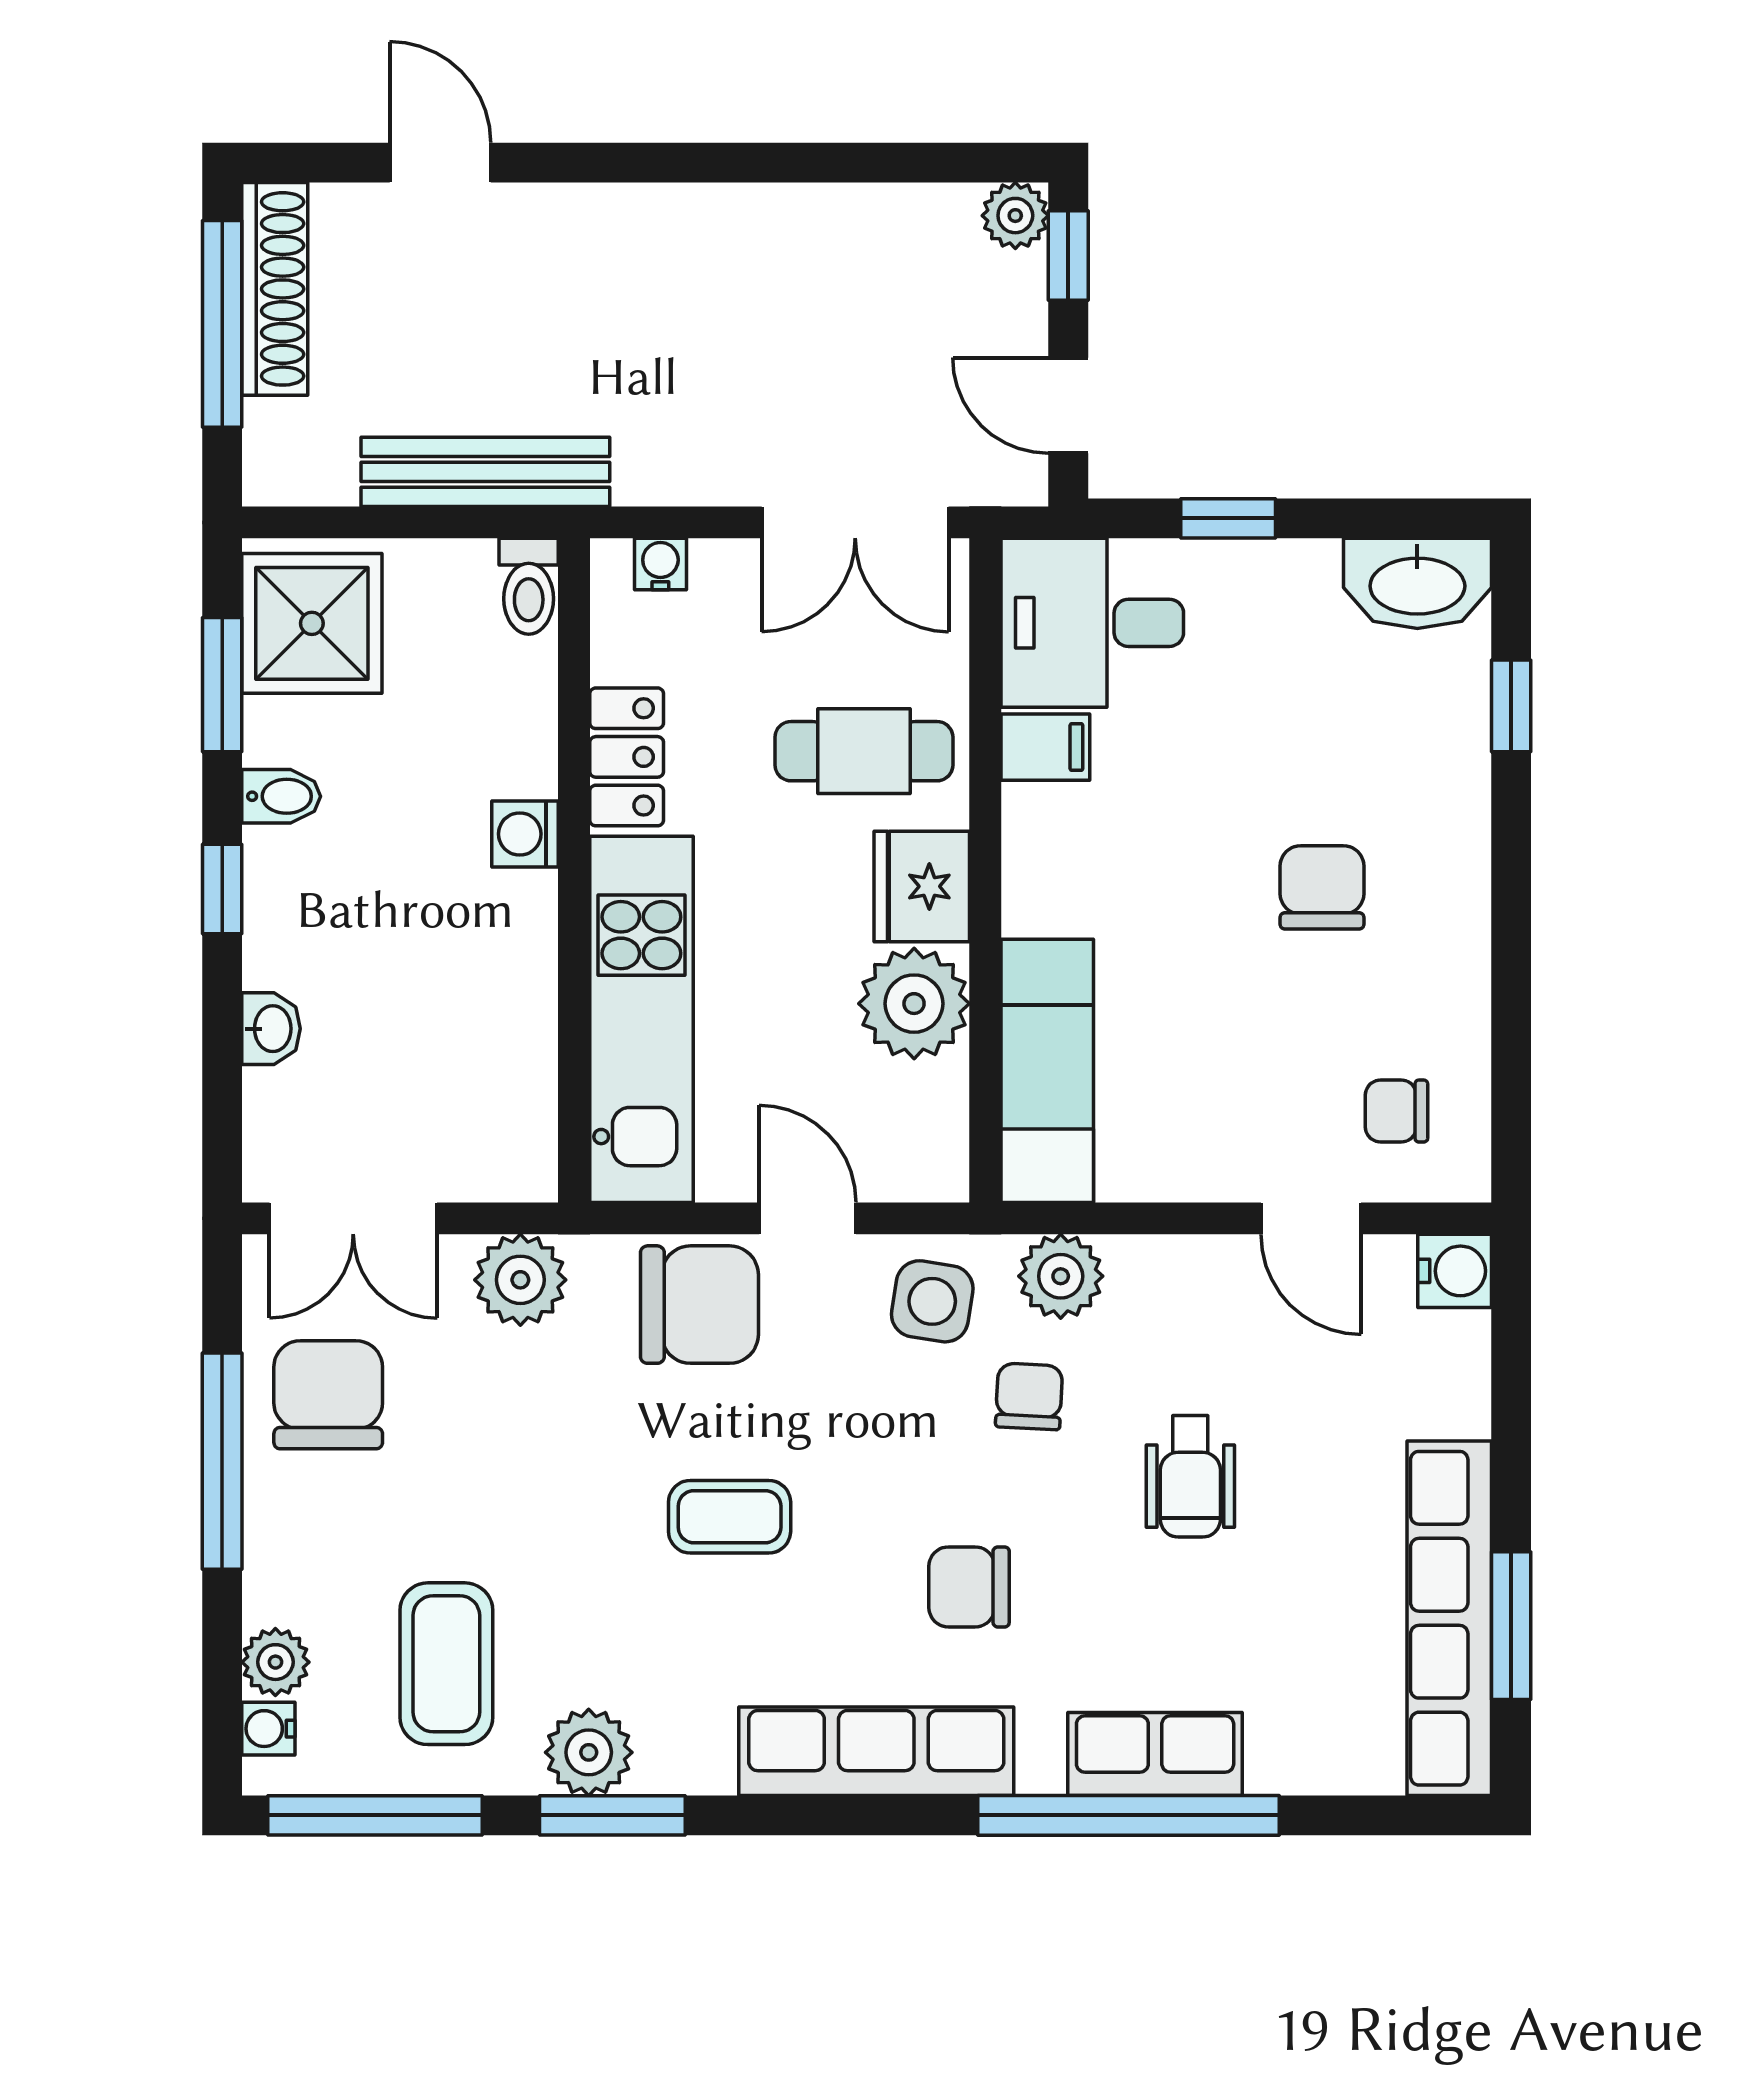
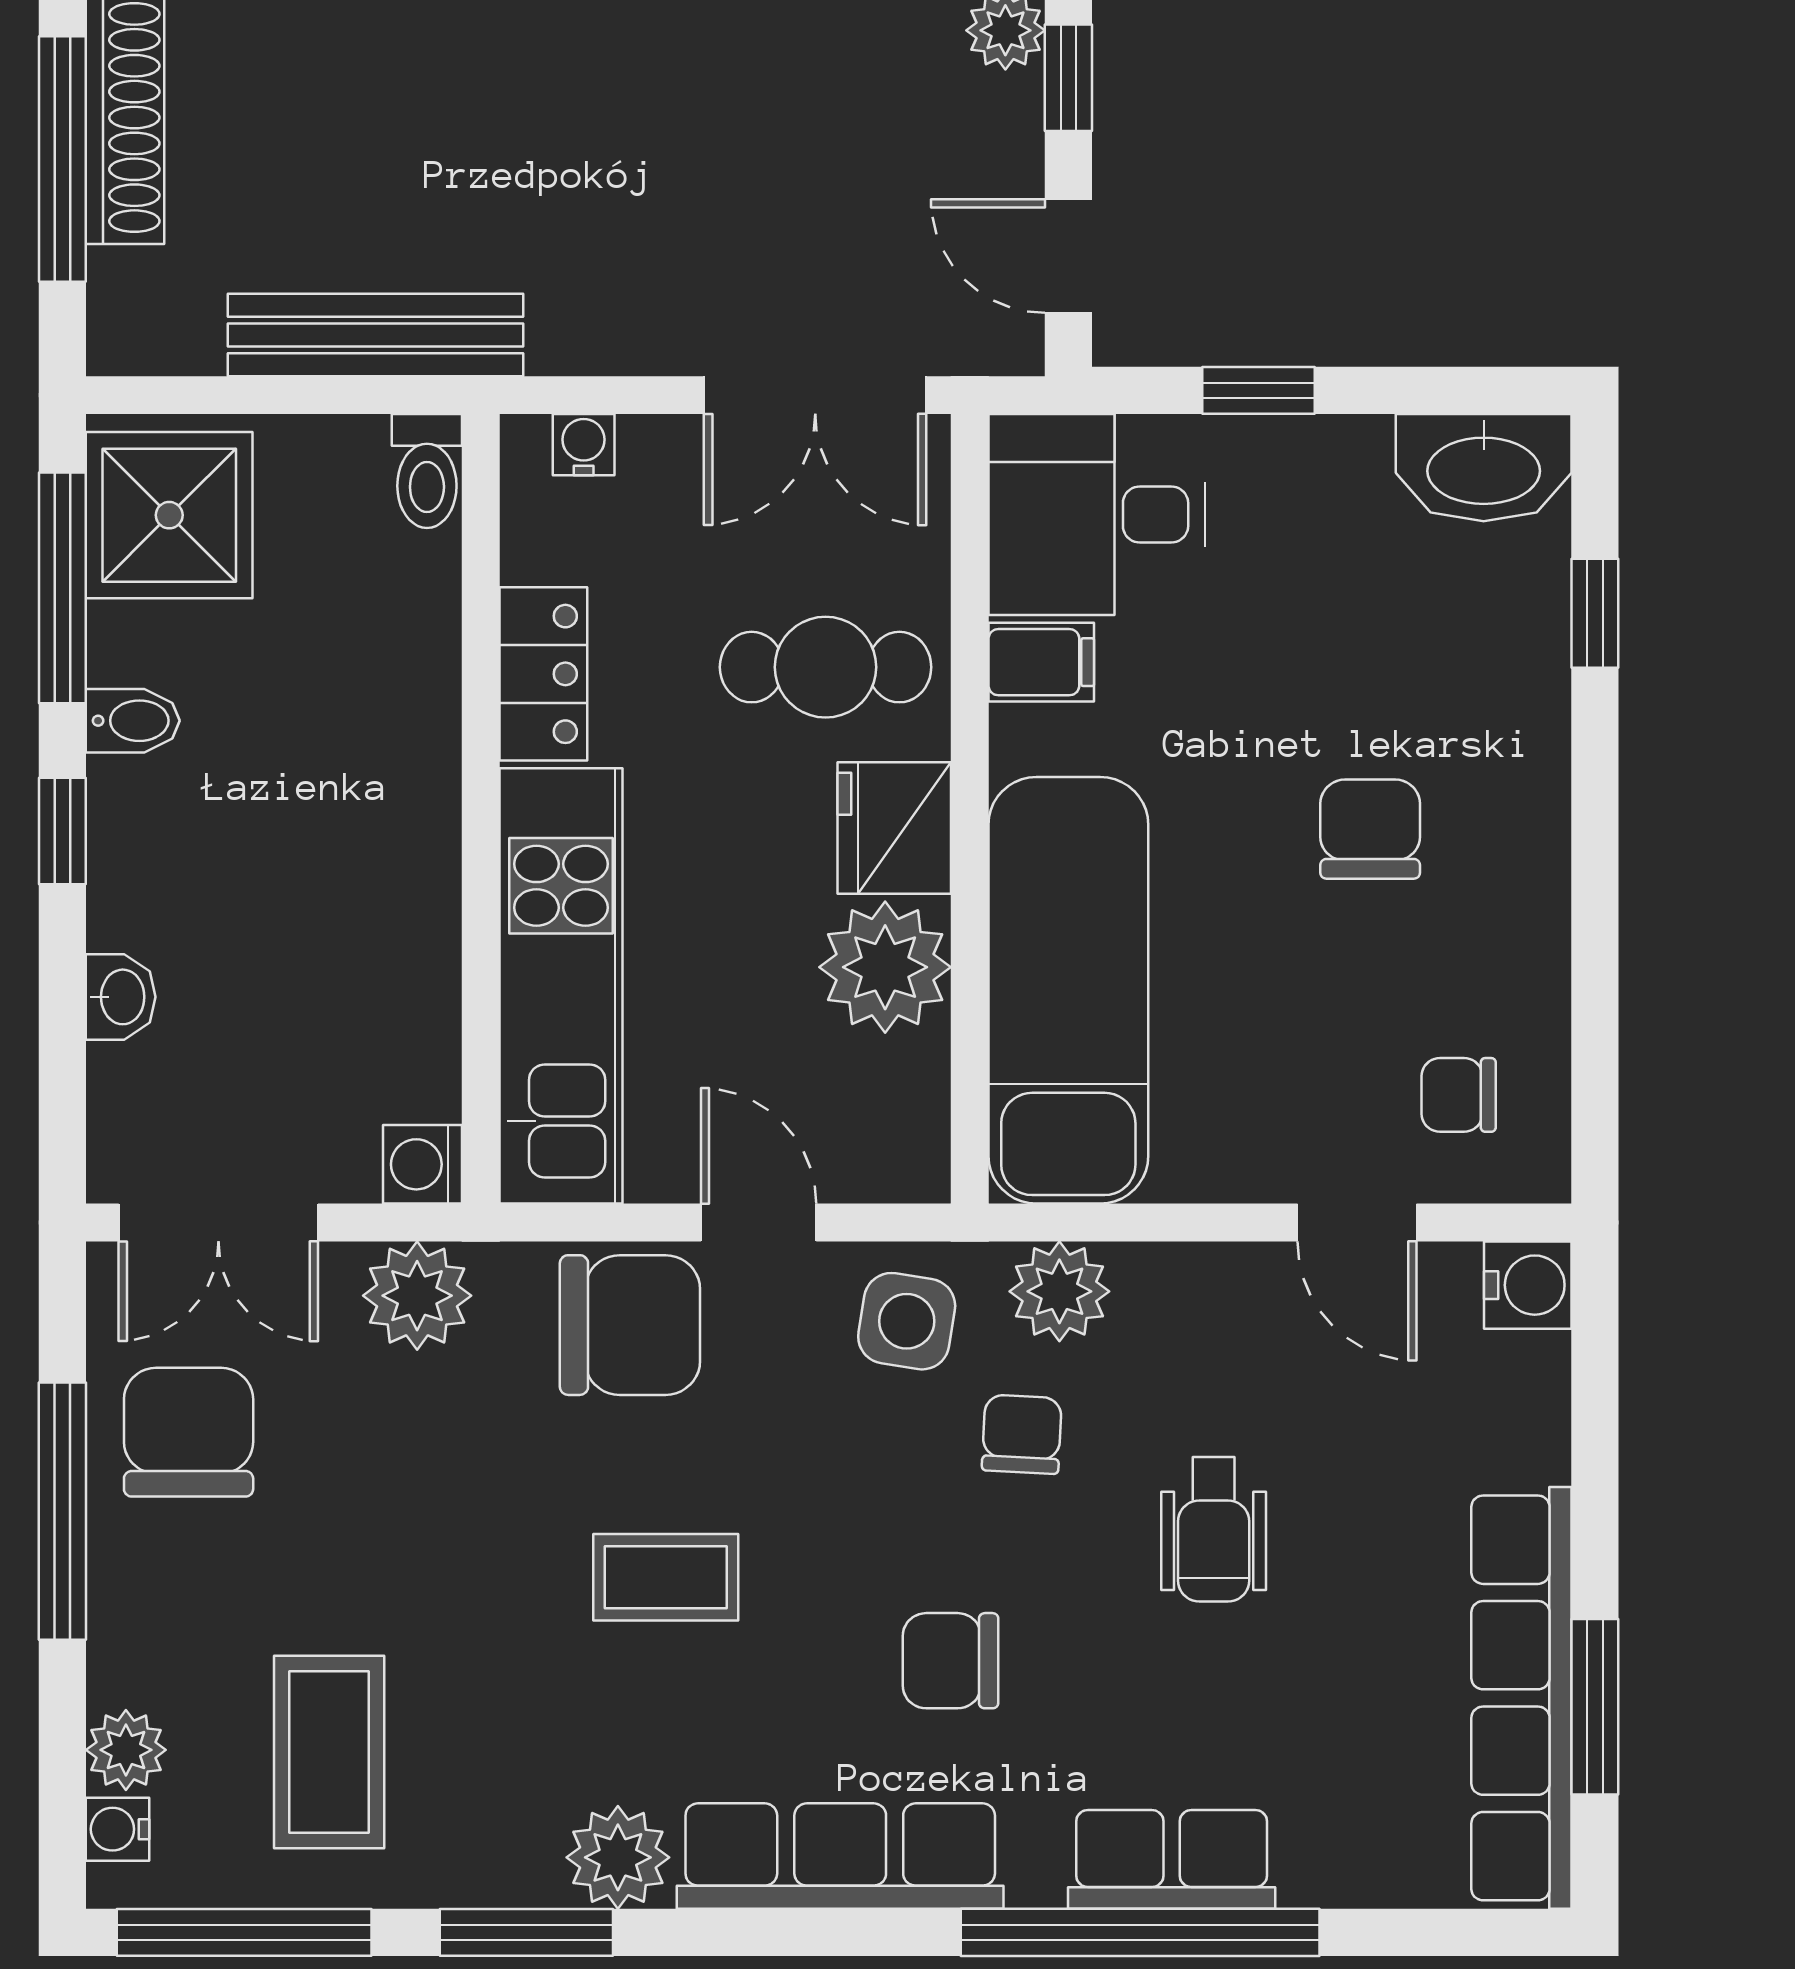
window: (222, 685) -> (62, 588), width x1.44
washing machine: (525, 834) -> (423, 1164), moved
exam couch: (1047, 1071) -> (1068, 990), width x1.36, depth x1.45
plant: (589, 1752) -> (618, 1857), moved

